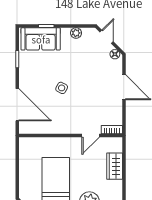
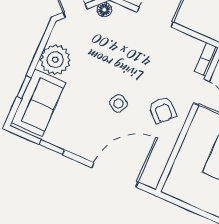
plant: (76, 33) -> (55, 60), width x1.88, depth x1.88
armchair: (69, 116) -> (162, 110), added

